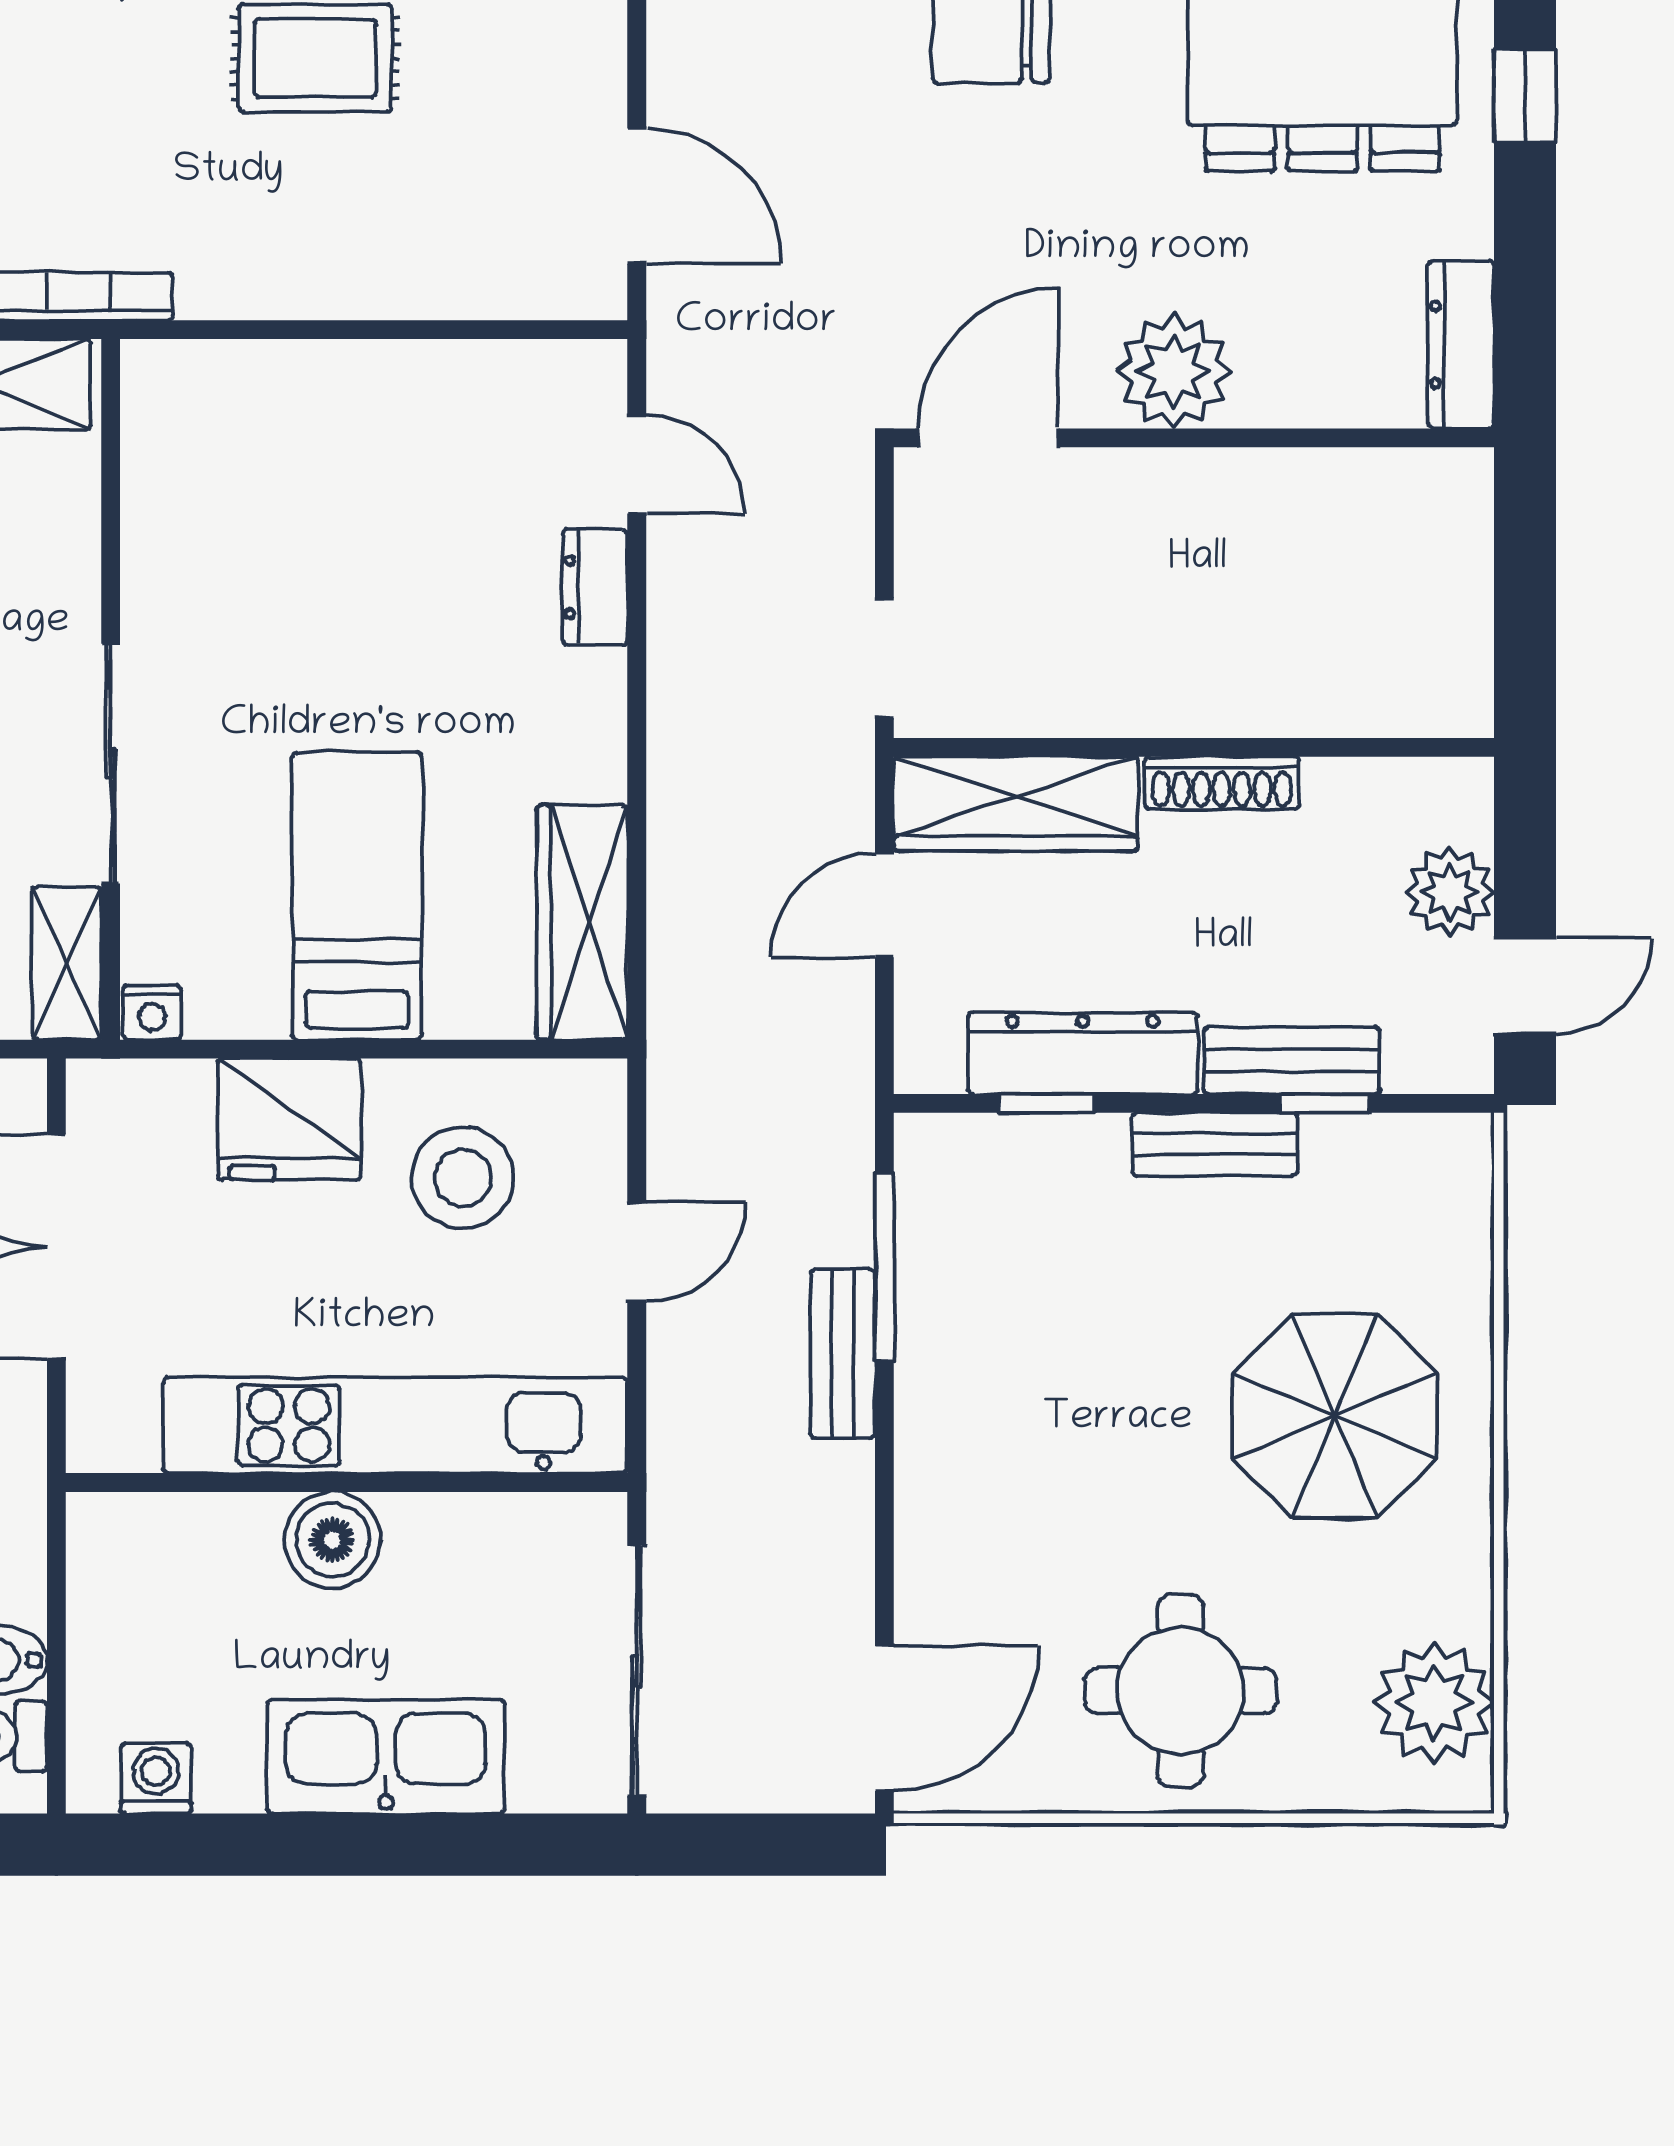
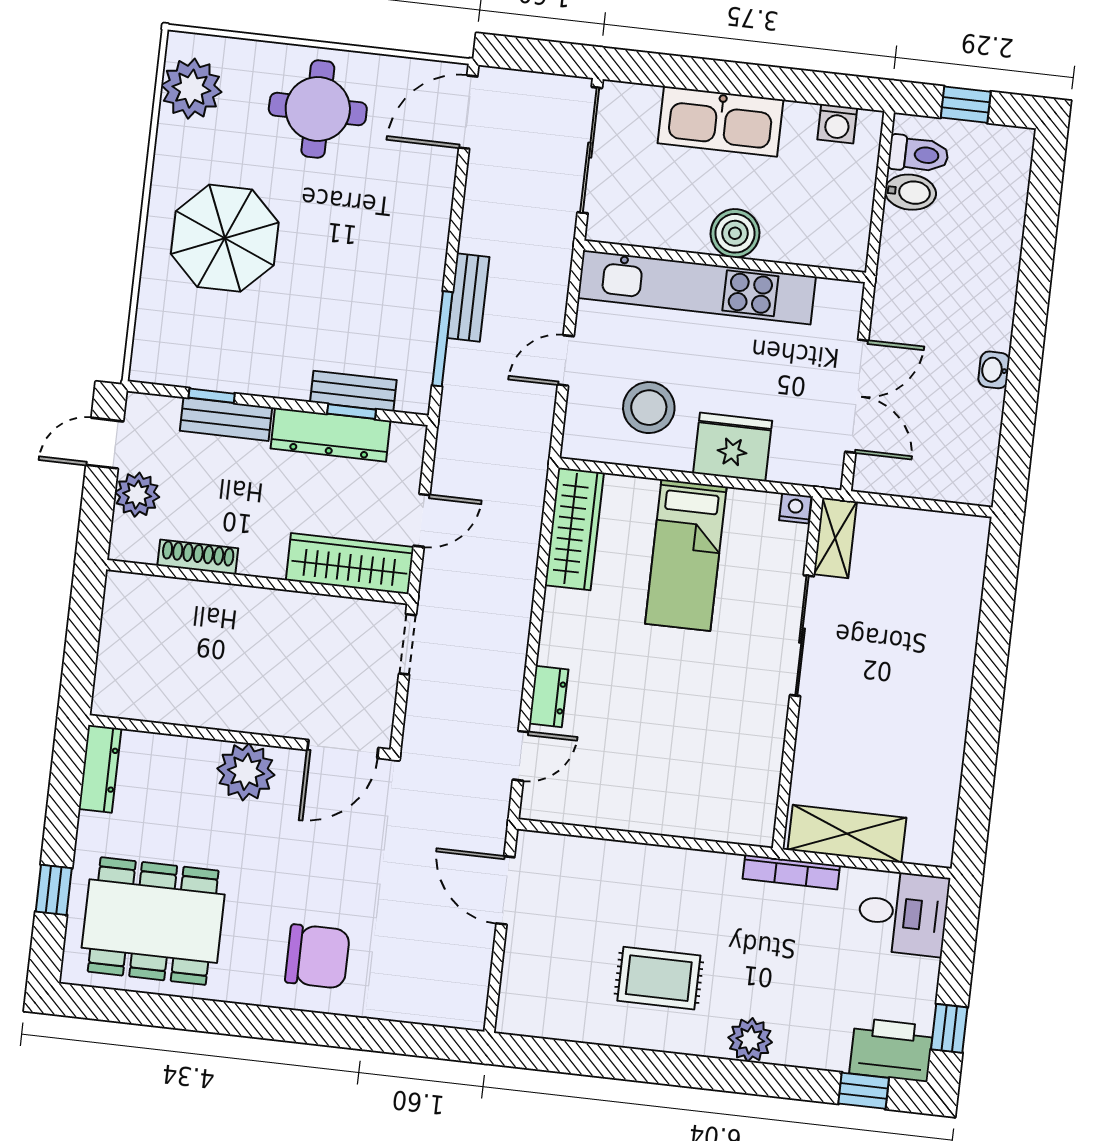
door: (637, 464) -> (521, 756), swing flipped
shoe rack: (1222, 783) -> (198, 557), moved
bench: (1215, 1144) -> (353, 391), moved

